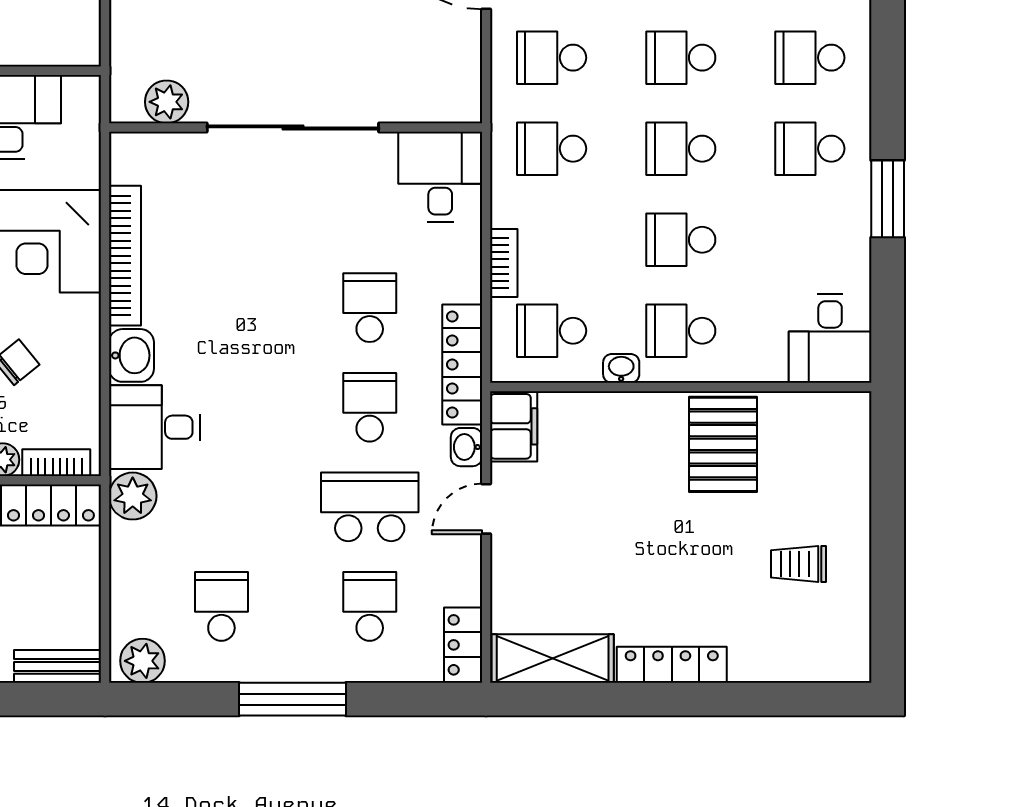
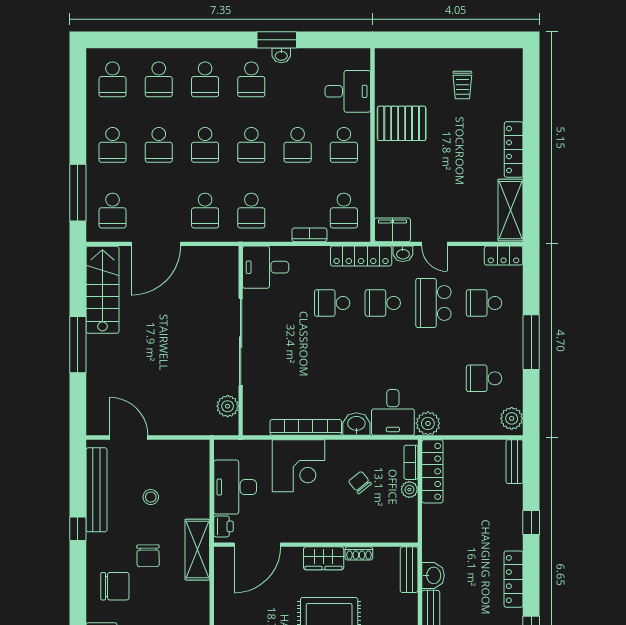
desk: (830, 338) -> (348, 91), moved
washbasin: (621, 368) -> (281, 55), moved, turned -90

